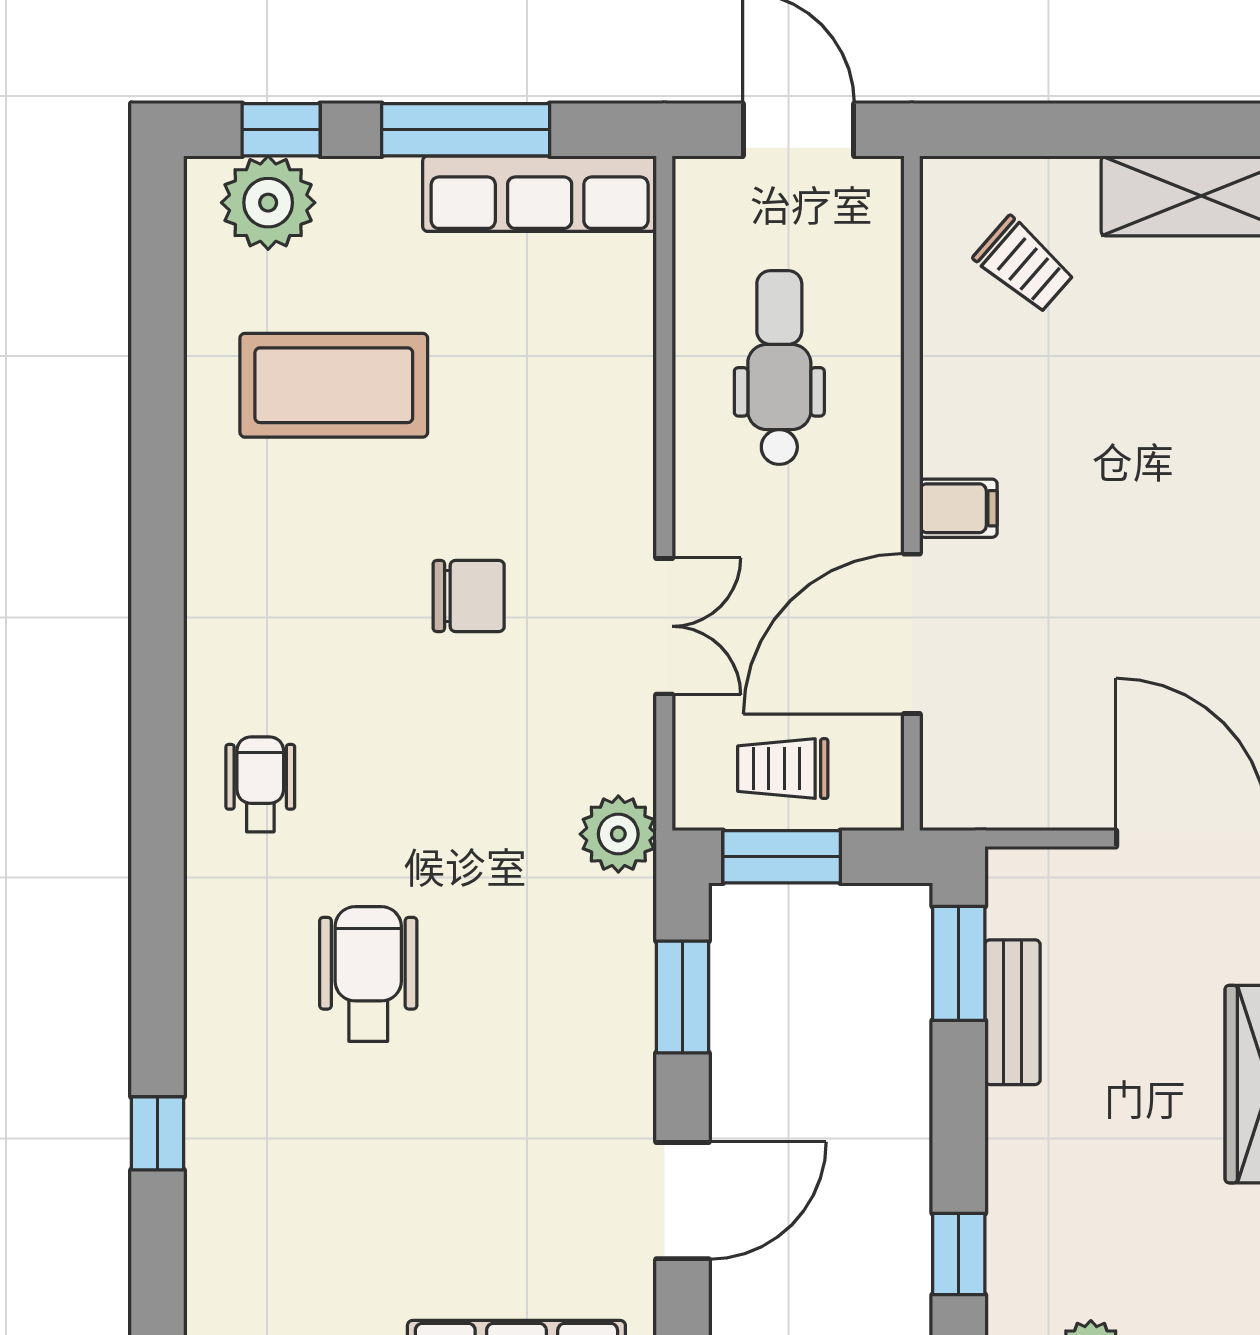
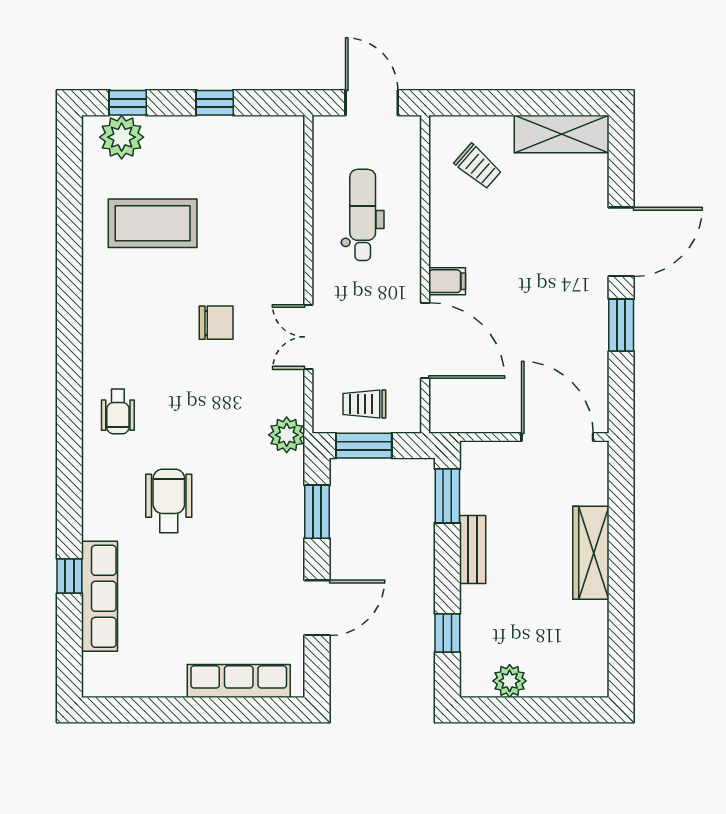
window: (466, 130) -> (215, 103), width x0.46
row of seats: (540, 194) -> (100, 596), moved, turned -90
double door: (664, 626) -> (308, 337), swing flipped
door: (912, 634) -> (425, 340), swing flipped
wheelchair: (260, 784) -> (118, 411), turned 180
bench: (1012, 1012) -> (473, 550), moved

